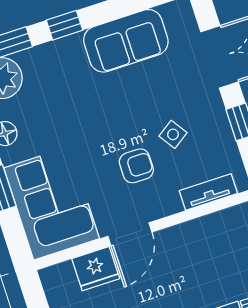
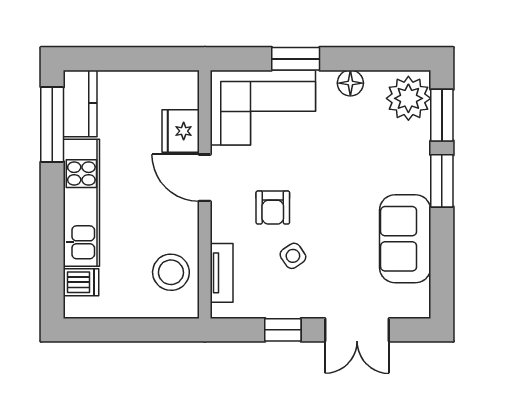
window: (65, 25) -> (442, 181), width x1.50
stool: (222, 237) -> (171, 272), added

